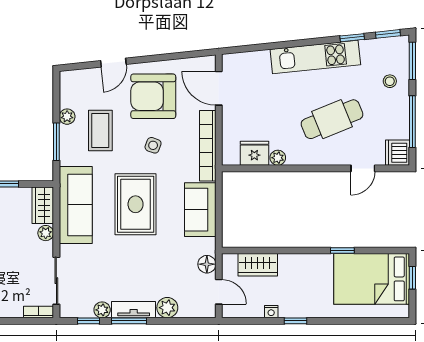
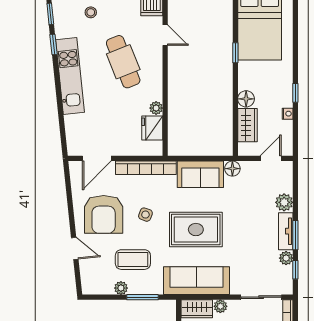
floor lamp: (288, 263) -> (246, 99), added
floor lamp: (207, 264) -> (232, 169), moved

